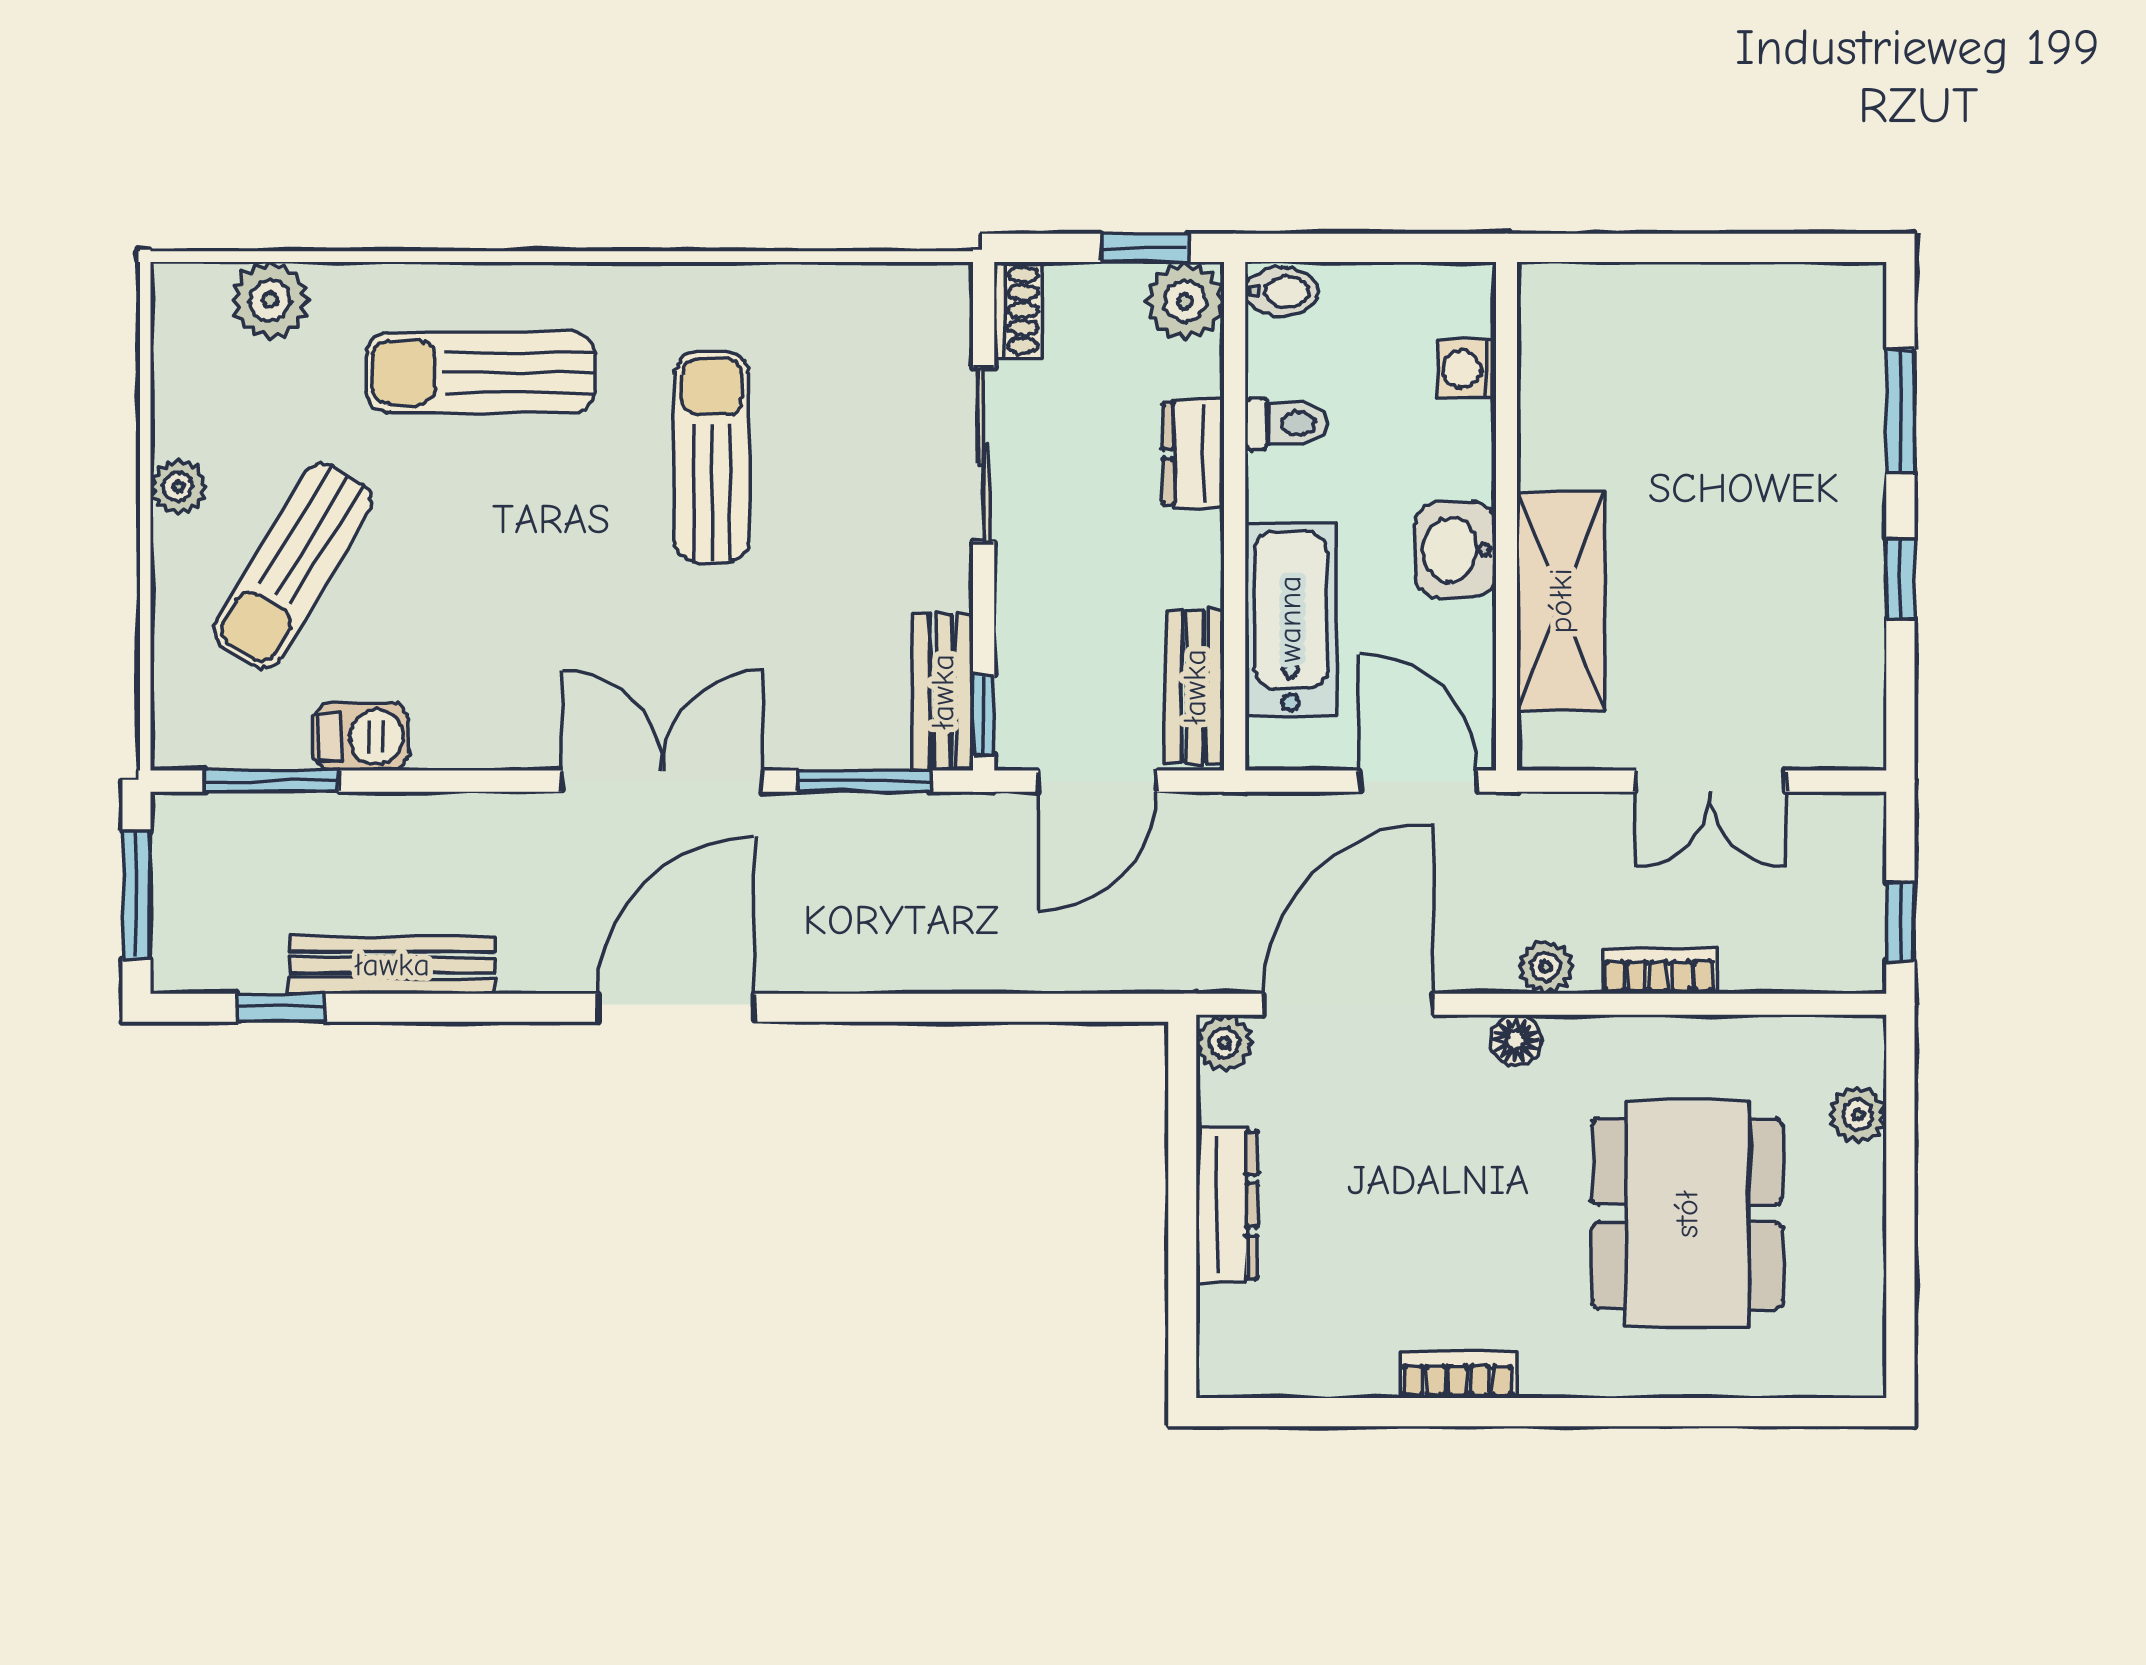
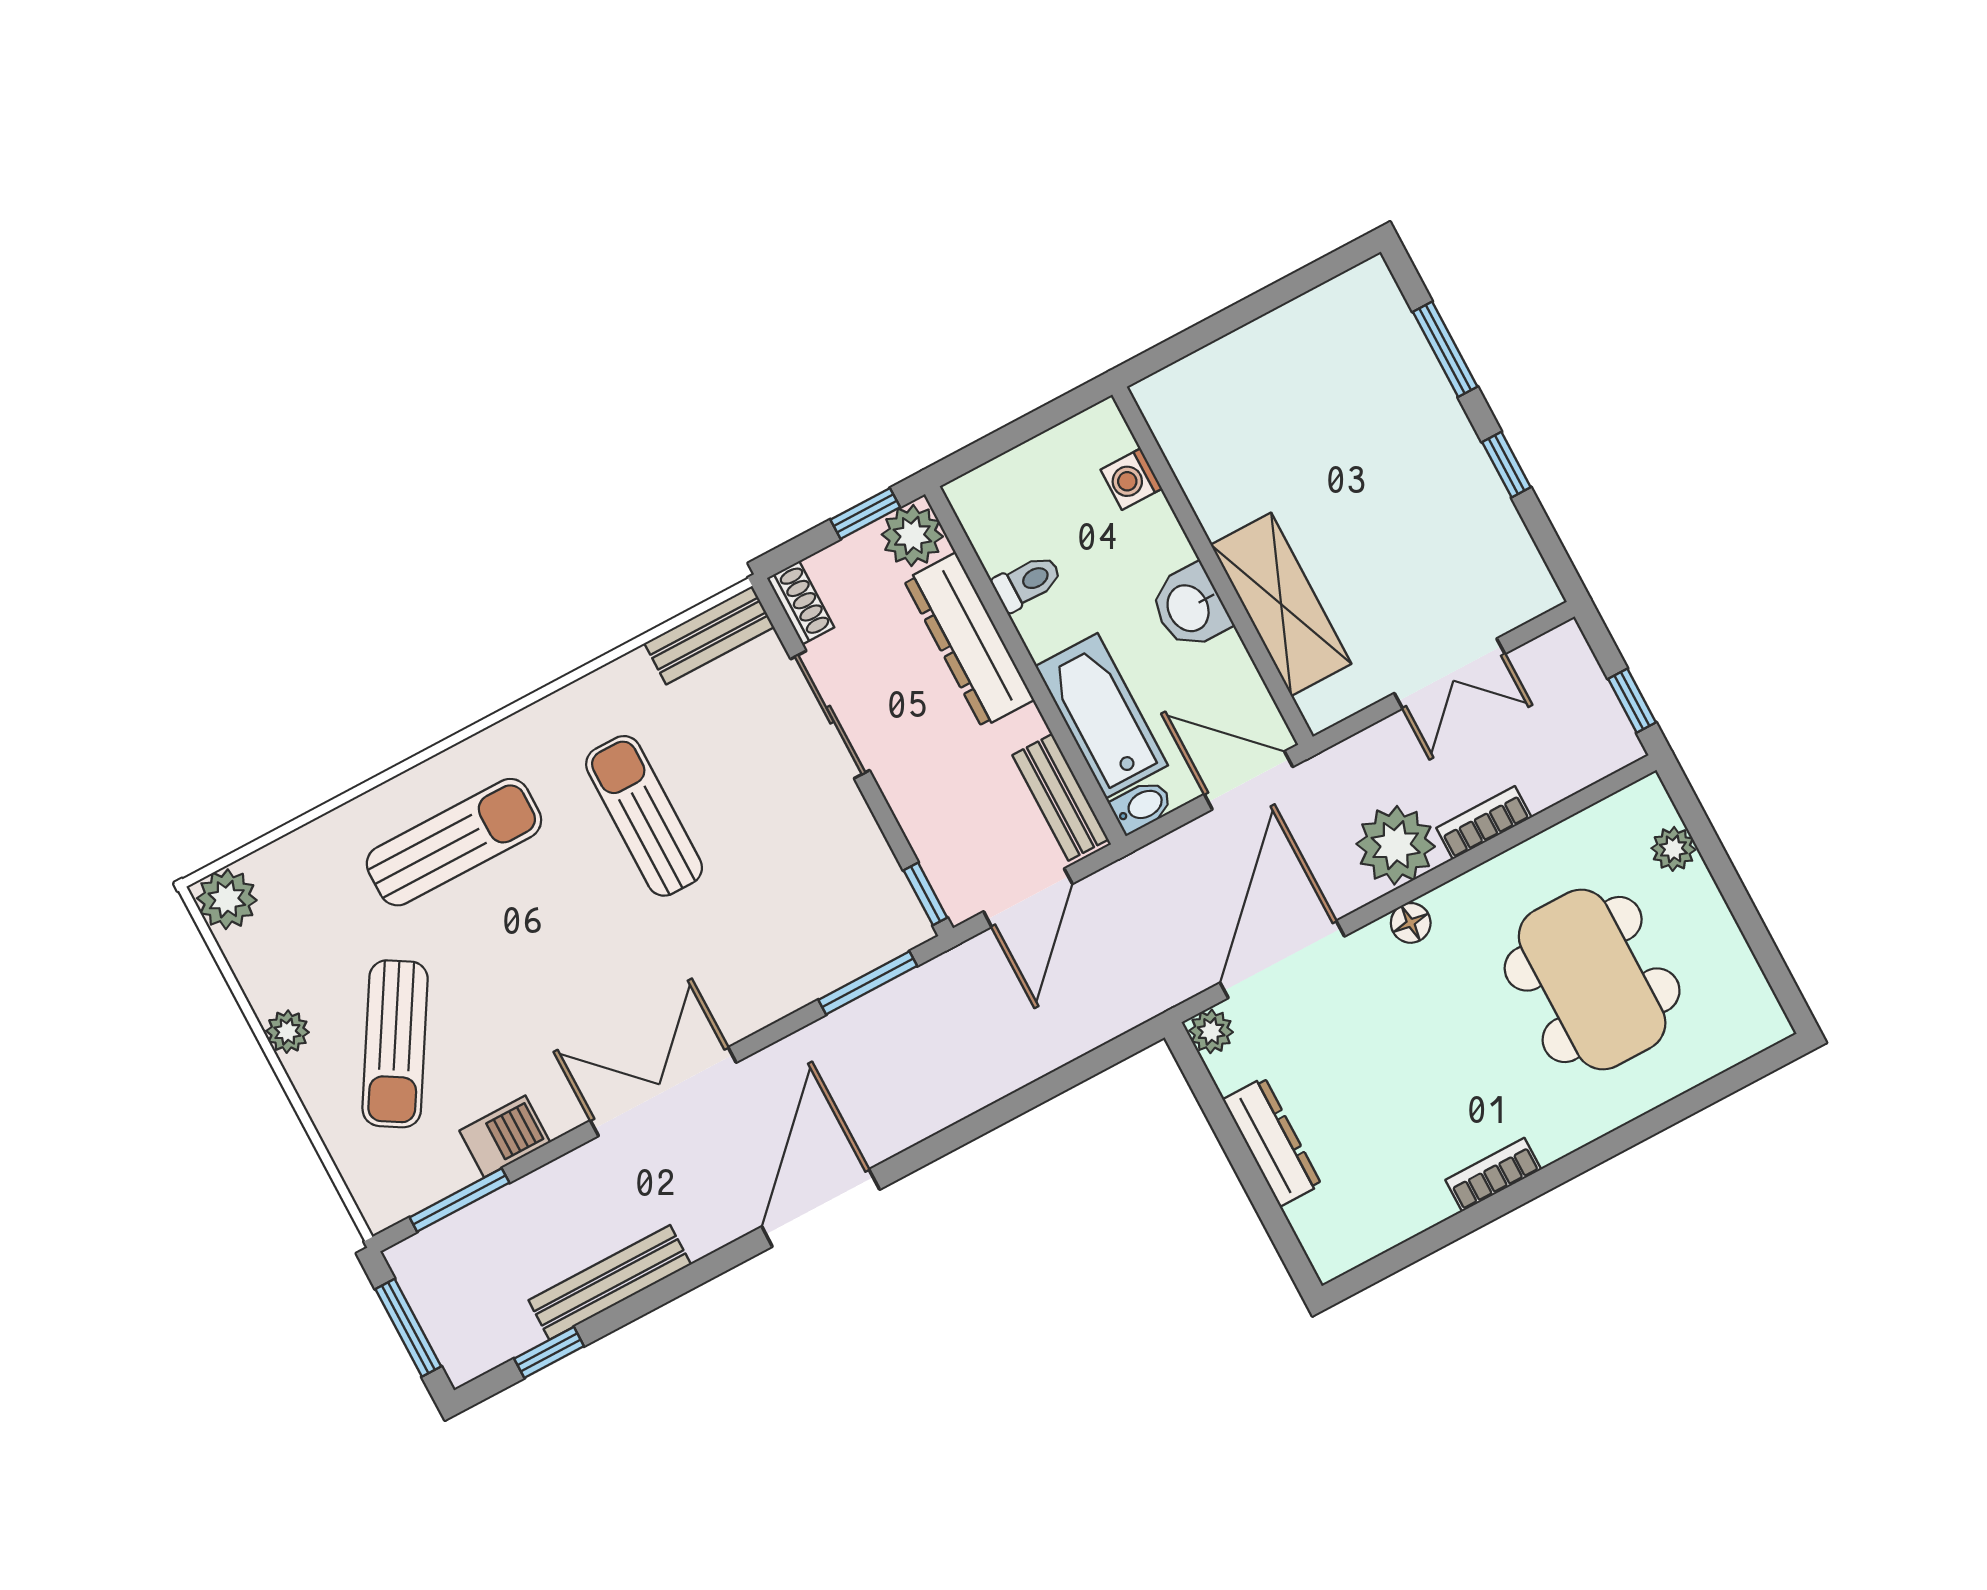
bidet: (1281, 291) -> (1142, 806), moved
plant: (270, 300) -> (227, 899), moved
sun lounger: (481, 372) -> (454, 842), turned 180
dresser: (1193, 454) -> (969, 640), width x1.96, depth x1.24
bench: (943, 692) -> (709, 635), moved, turned 90
double door: (662, 781) -> (663, 1092), moved
plant: (1546, 967) -> (1396, 845), width x1.88, depth x1.88

